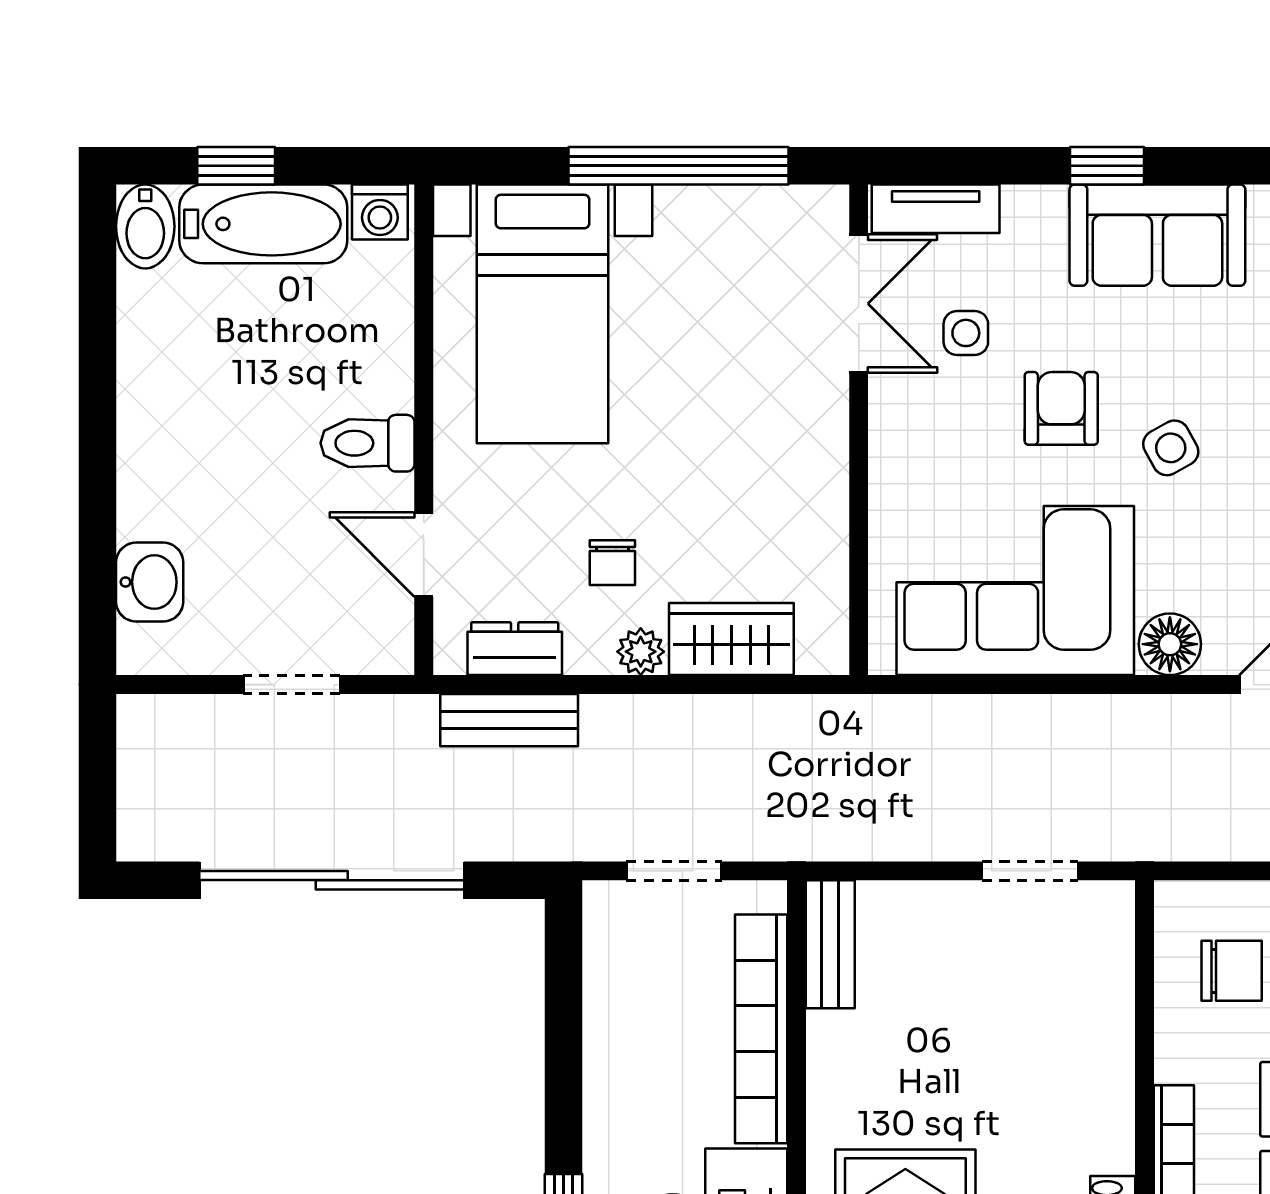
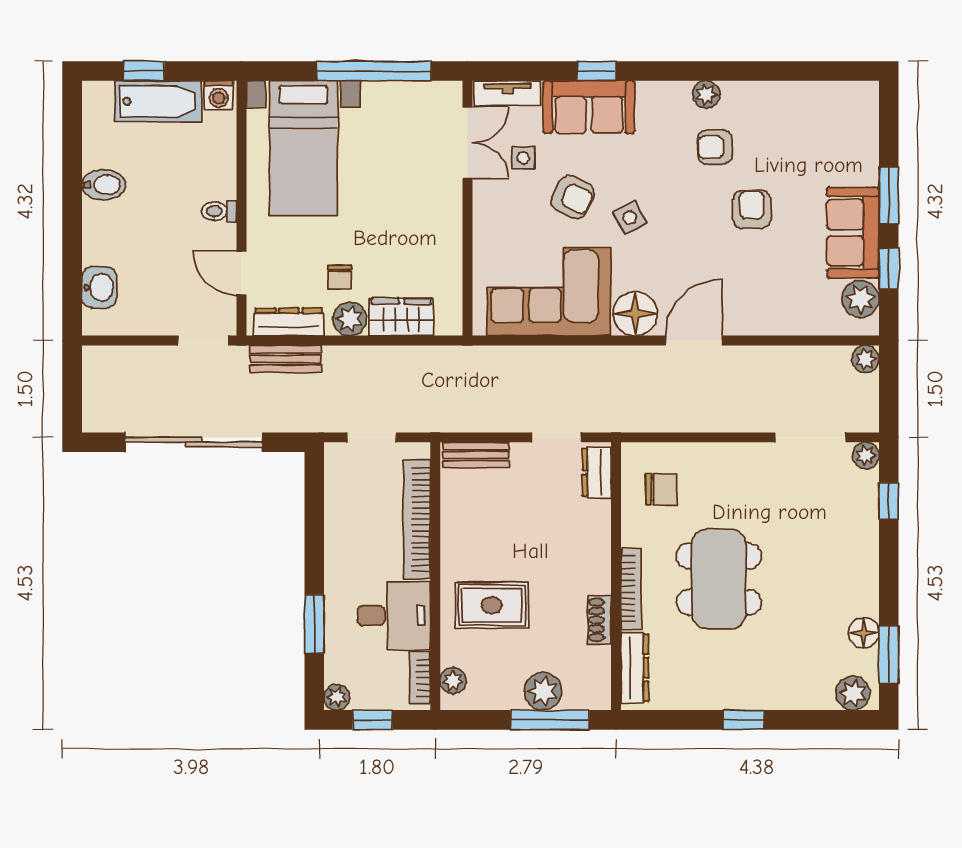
bidet: (145, 226) -> (104, 185), moved, turned -90
sofa: (1157, 235) -> (589, 107), moved
armchair: (1061, 408) -> (573, 197), turned 115
toilet: (367, 443) -> (219, 211), width x0.73, depth x0.72
floor lamp: (1170, 644) -> (635, 314), width x1.38, depth x1.38
dresser: (515, 649) -> (289, 322), width x1.44
plant: (641, 652) -> (350, 319), width x1.38, depth x1.38
doorway: (292, 685) -> (203, 341), moved
dresser: (1107, 938) -> (597, 472), added
bench: (830, 944) -> (476, 455), moved, turned 90

